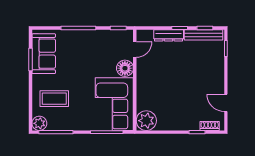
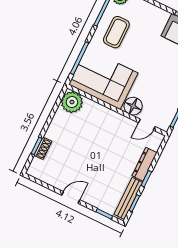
door: (135, 49) -> (147, 125), hinge flipped
coffee table: (54, 99) -> (116, 32), moved
door: (226, 103) -> (71, 197), moved
shoe rack: (210, 126) -> (43, 148), moved

